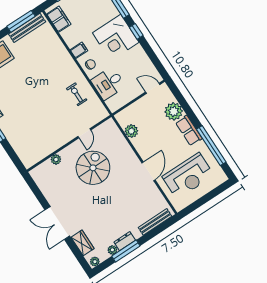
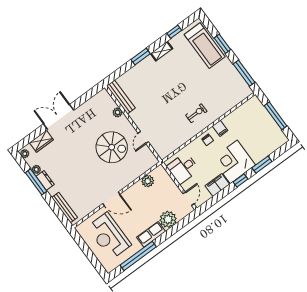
filing cabinet: (59, 19) -> (217, 185), moved, turned 180
bench: (27, 28) -> (121, 97), moved
desk: (108, 83) -> (183, 168), moved, turned -90
exercise bike: (77, 94) -> (196, 113), moved
door: (84, 133) -> (143, 138), hinge flipped

